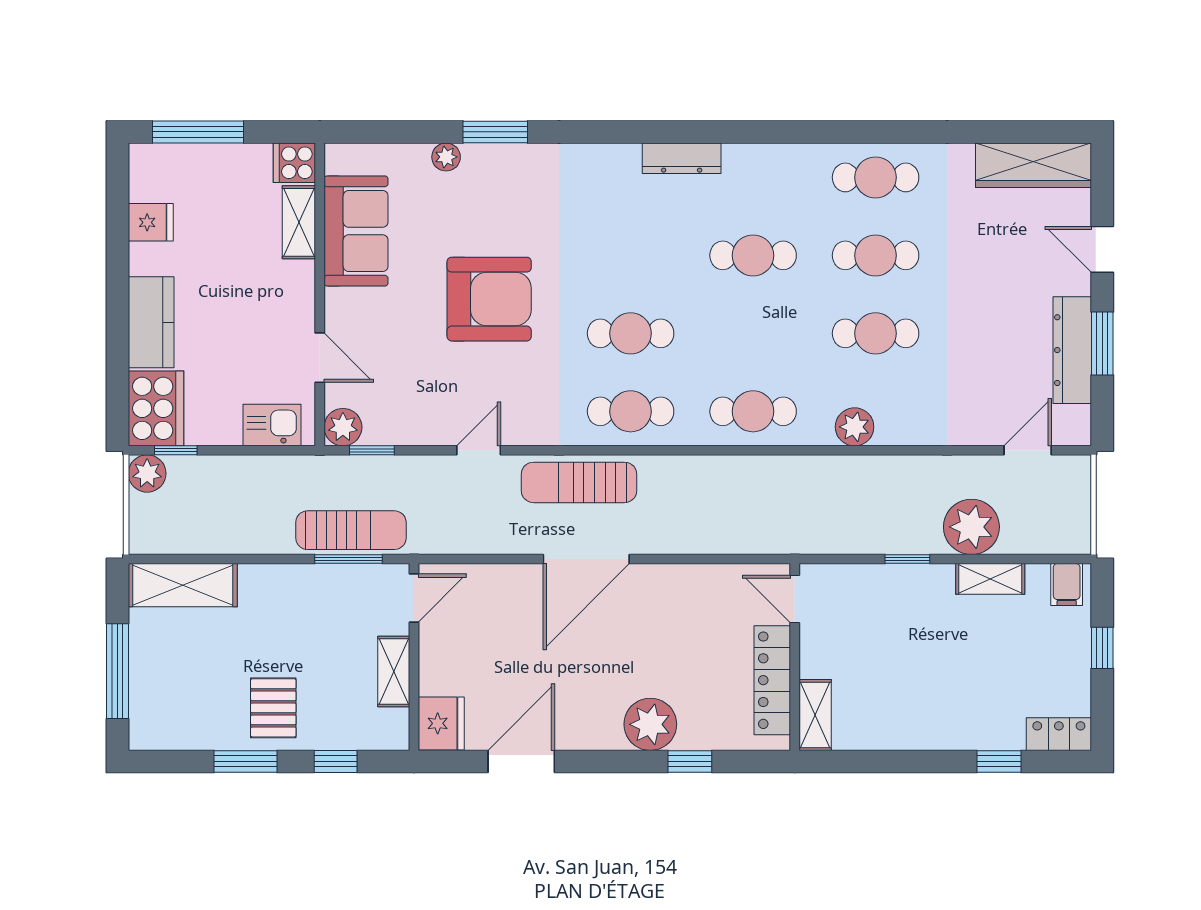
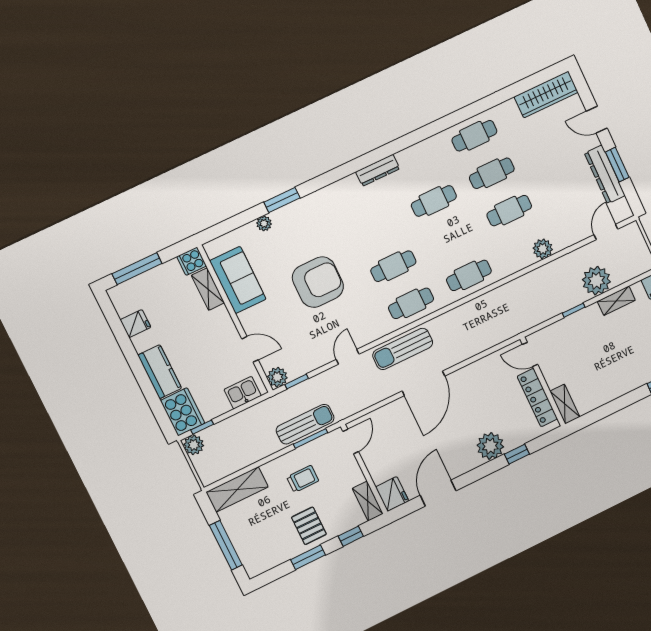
plant: (855, 427) -> (543, 249), moved
trolley: (302, 622) -> (303, 479), added
shelving: (394, 671) -> (368, 501), moved

